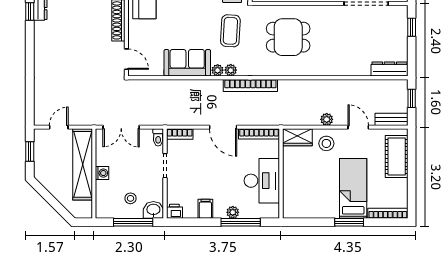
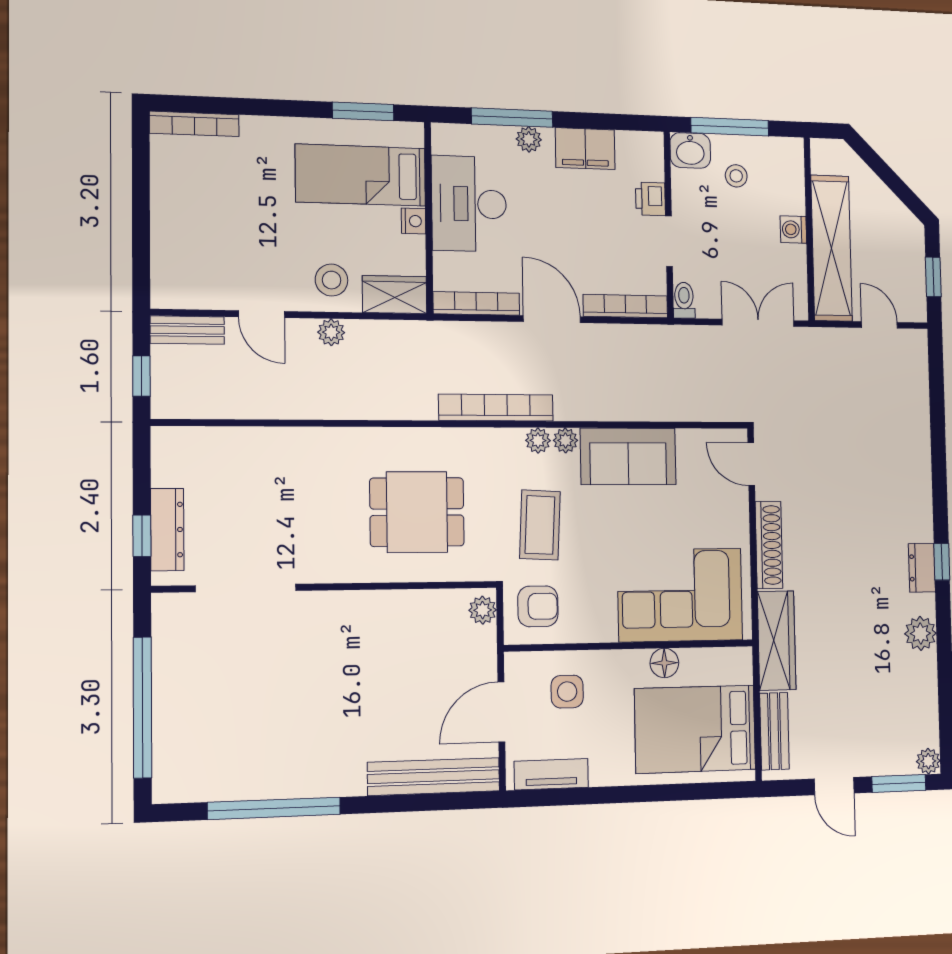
dresser: (389, 69) -> (167, 530), moved, turned -90
door: (59, 127) -> (879, 325), swing flipped
bookcase: (180, 134) -> (625, 306), width x1.56
cot: (397, 157) -> (175, 248), removed
nightstand: (288, 172) -> (413, 221), added
bed: (353, 188) -> (361, 175), moved, turned 90
filing cabinet: (205, 209) -> (585, 149), width x2.00
printer: (174, 211) -> (650, 199), moved, turned 90
window: (349, 222) -> (363, 111), moved

